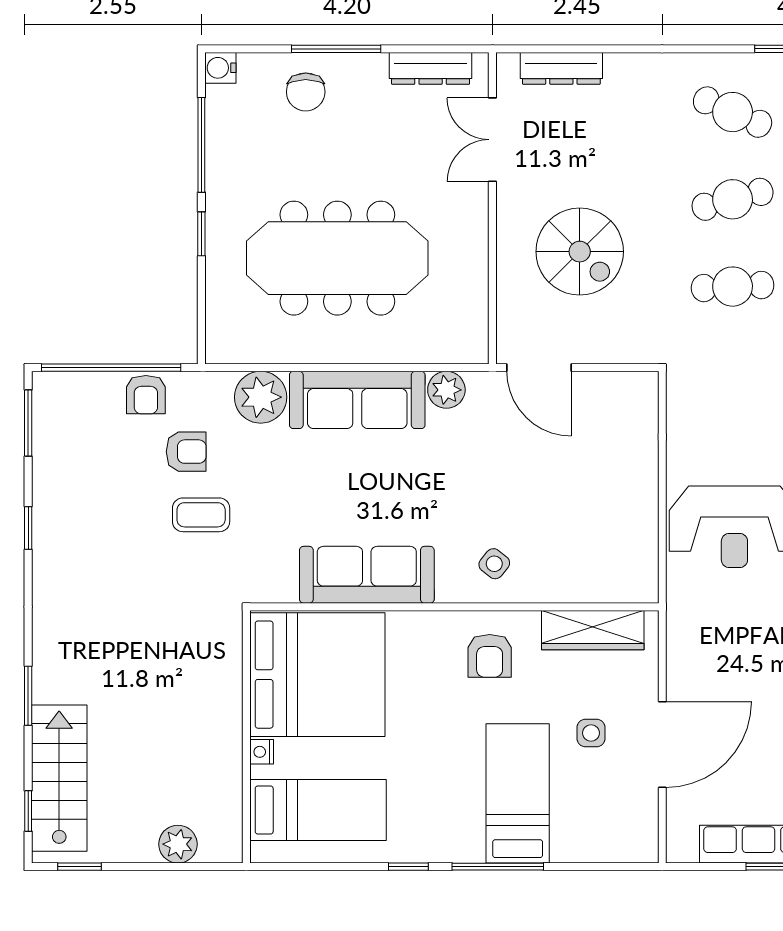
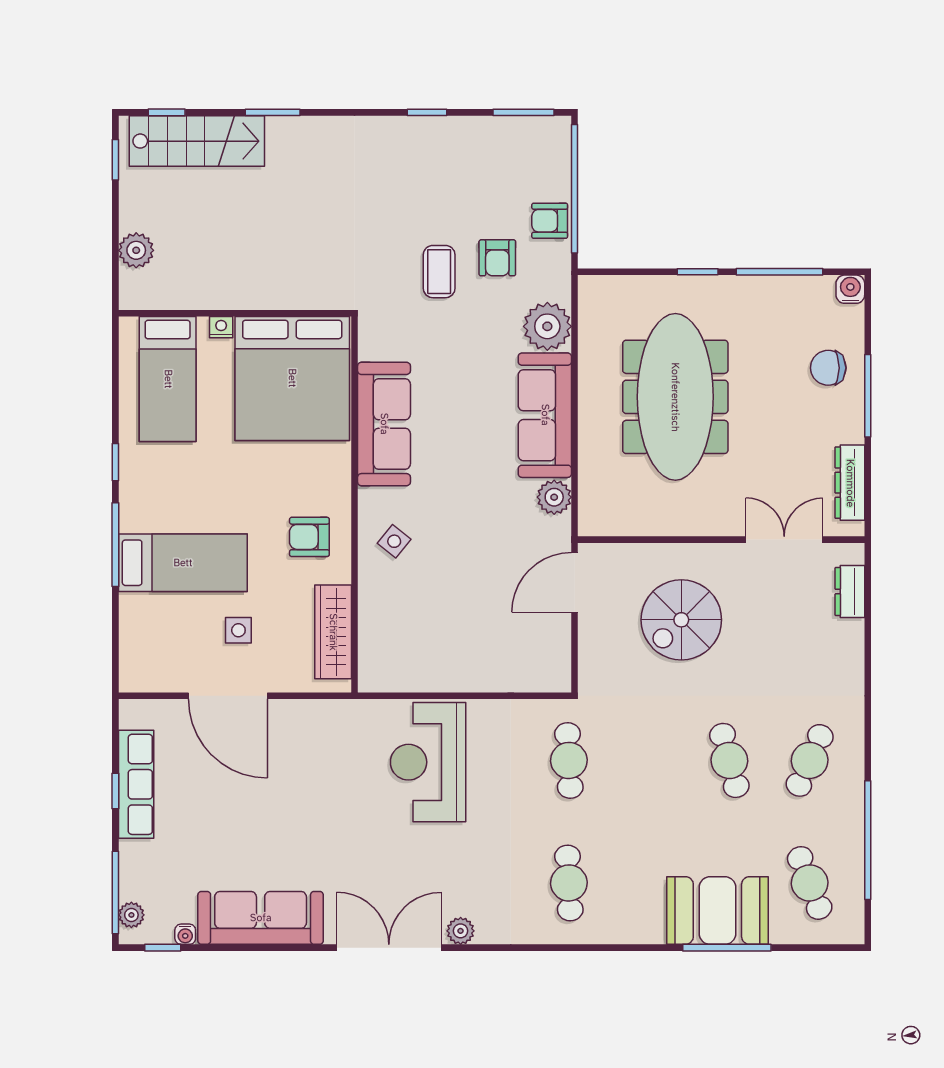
dresser: (561, 68) -> (850, 592), width x0.70
cafe table: (733, 287) -> (569, 760), moved

